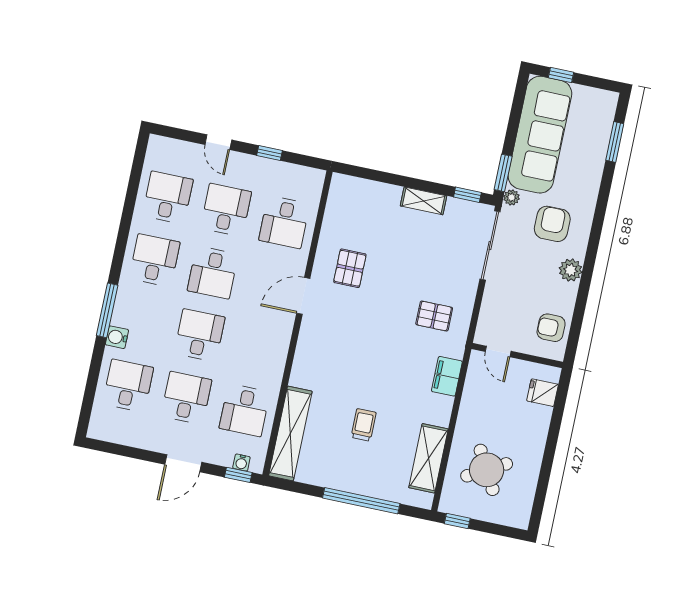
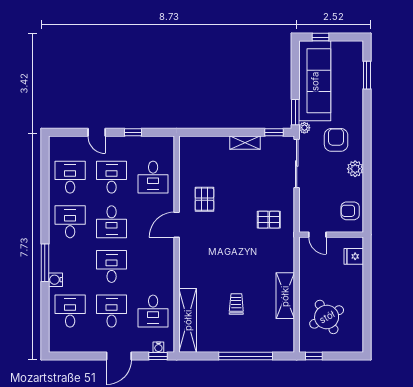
filing cabinet: (447, 376) -> (286, 259), removed
shelving: (428, 458) -> (285, 296), moved

